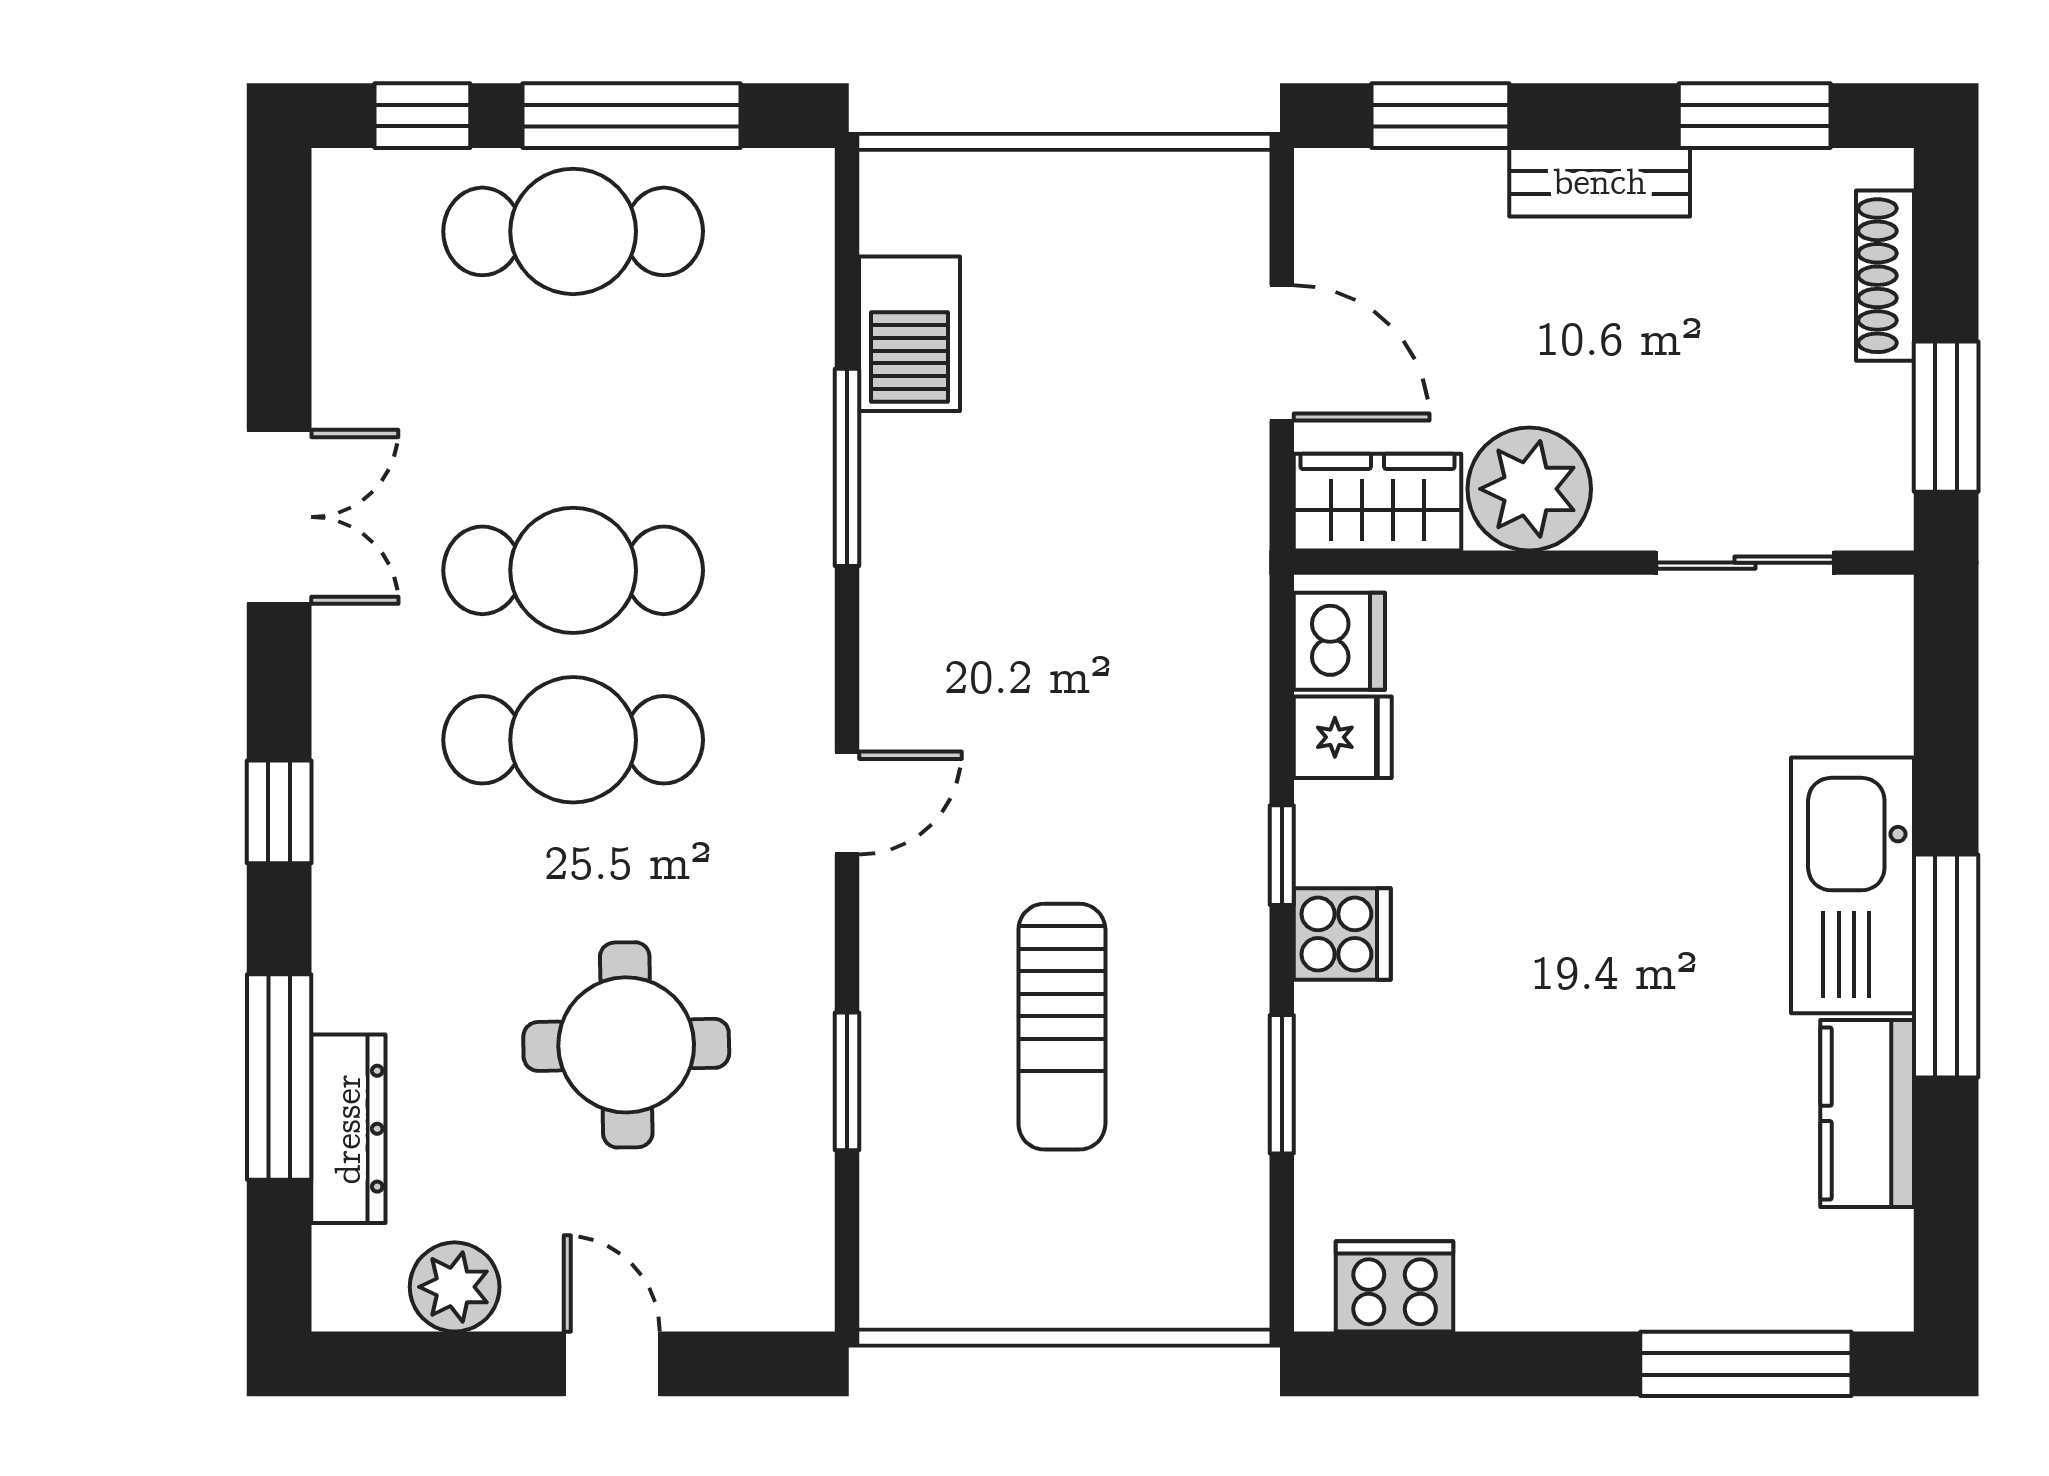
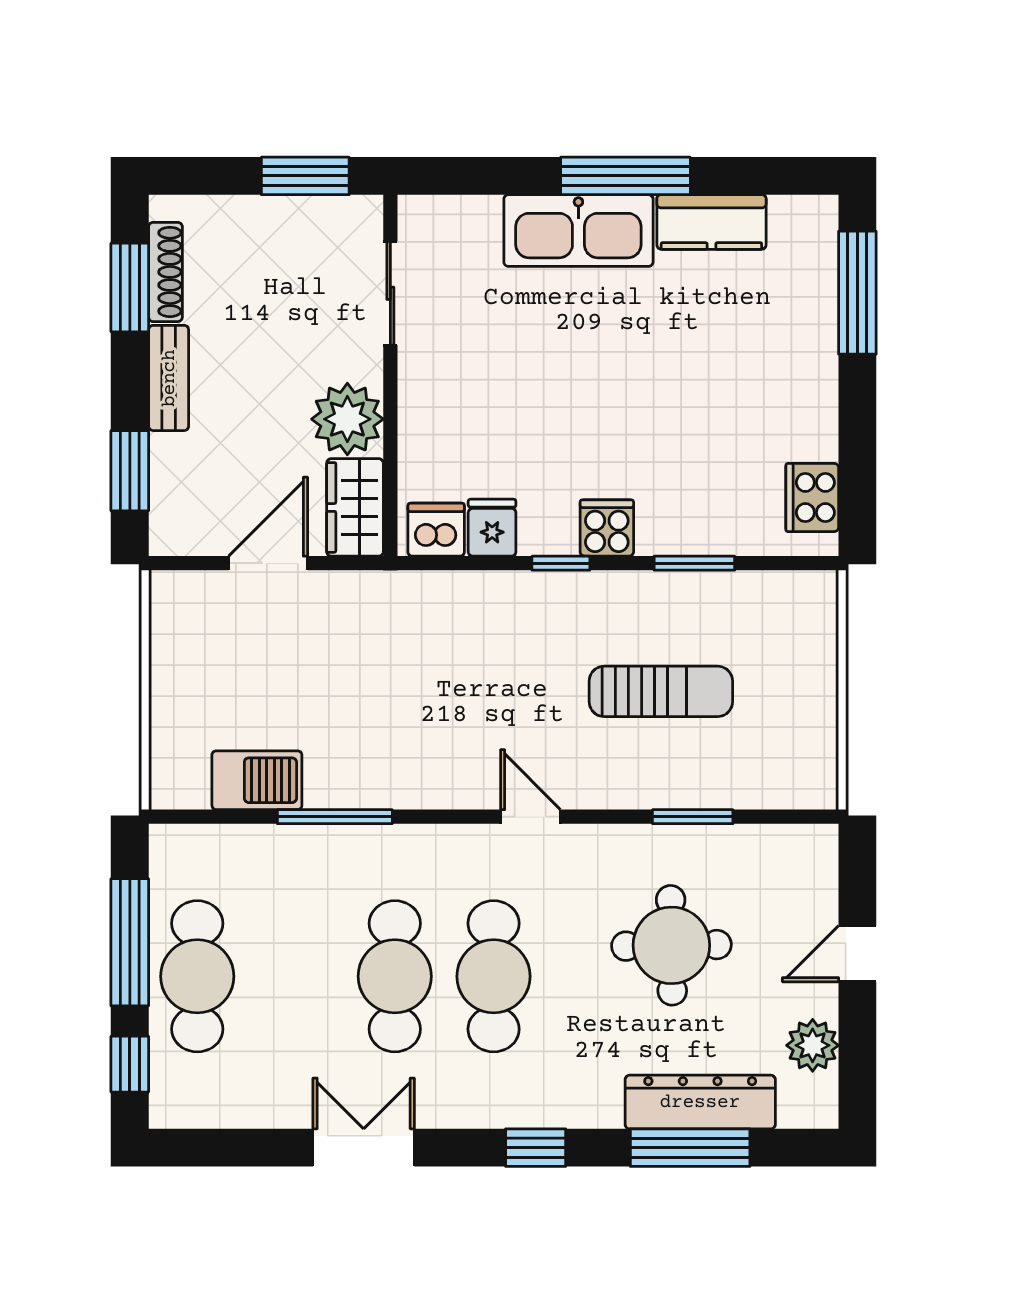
shoe rack: (1885, 276) -> (165, 272), moved, turned -90
dresser: (348, 1129) -> (700, 1102), width x1.37, depth x1.24

